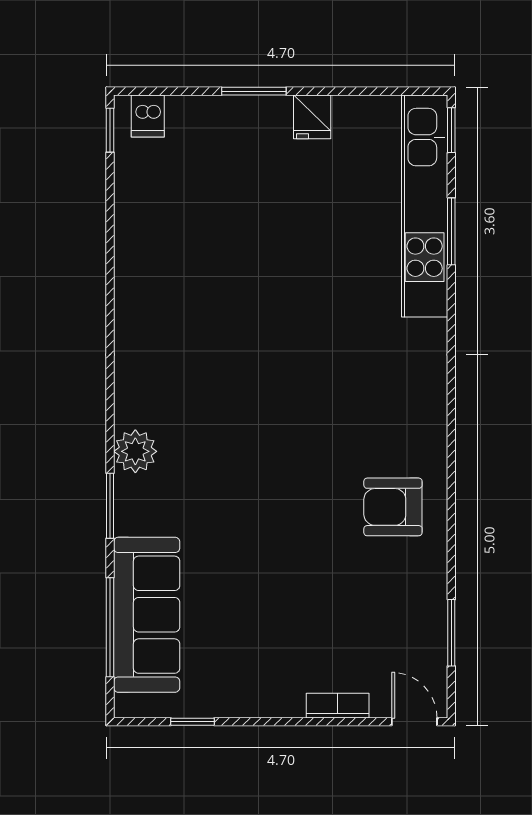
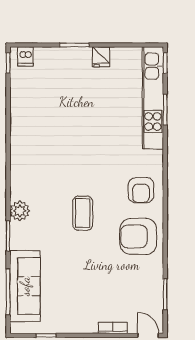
armchair: (399, 407) -> (141, 190), added
coffee table: (272, 456) -> (83, 213), added
armchair: (393, 507) -> (138, 236), width x1.36, depth x1.36

